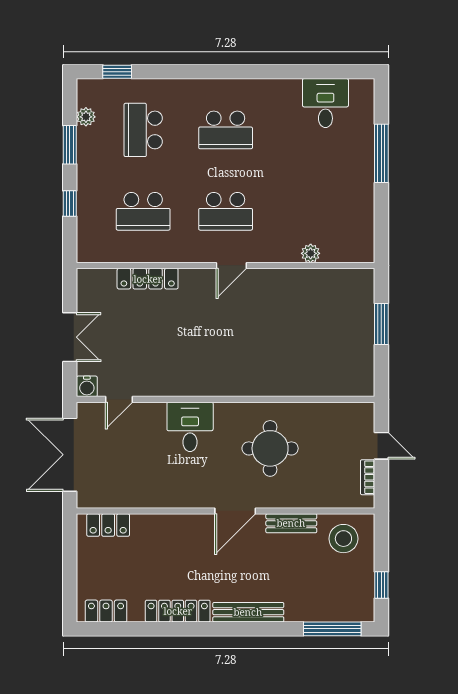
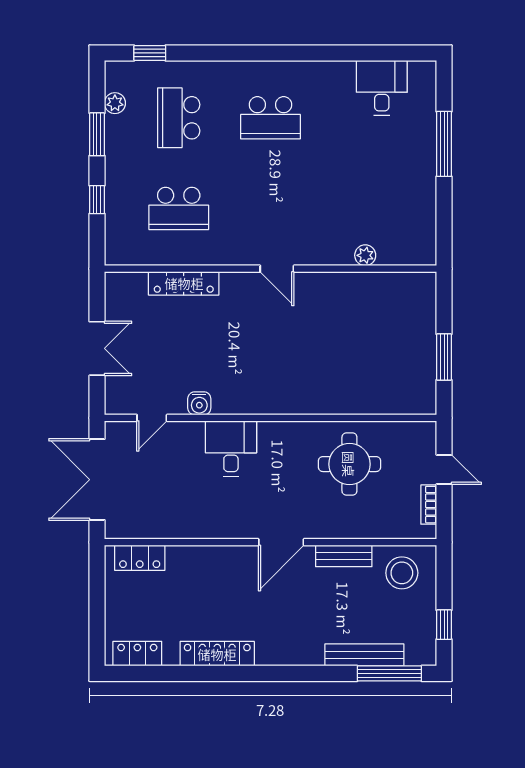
school desk: (226, 211) -> (270, 208), removed
door: (231, 265) -> (277, 269), hinge flipped
window: (381, 324) -> (444, 357), moved
water cooler: (87, 386) -> (199, 403), moved
round table: (270, 448) -> (349, 464), moved
bench: (248, 612) -> (364, 655), moved

